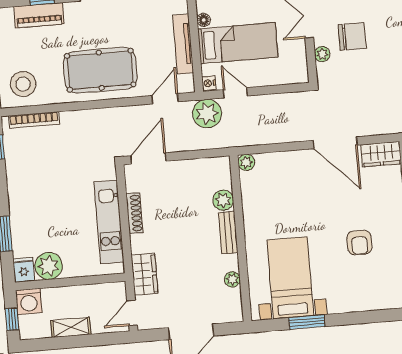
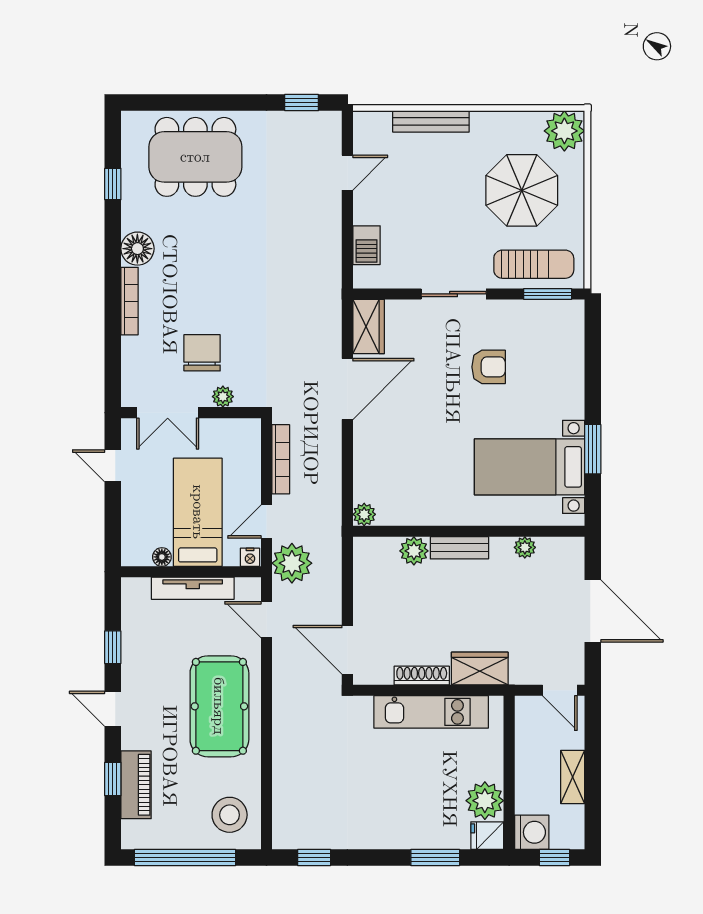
bookcase: (34, 120) -> (281, 459), moved
wardrobe: (145, 274) -> (480, 669), moved

